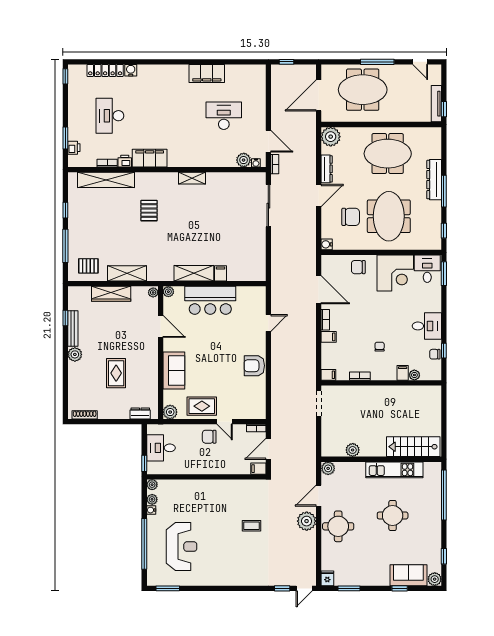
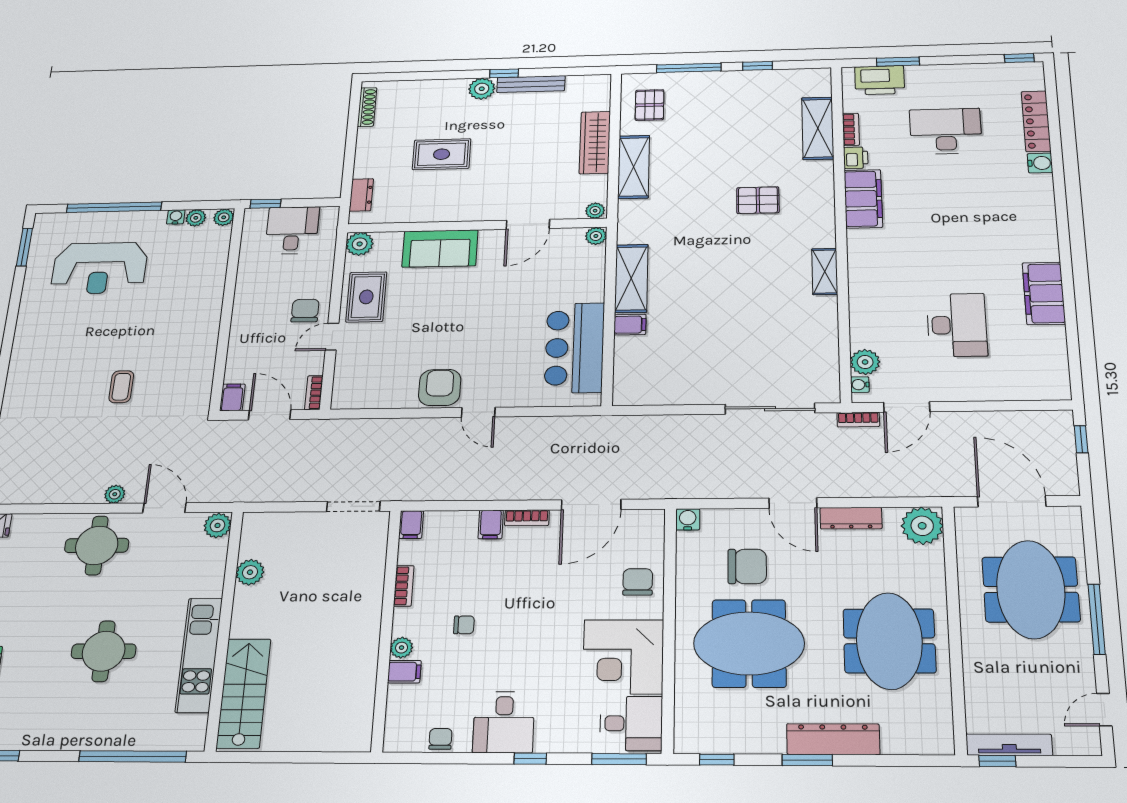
printer: (74, 148) -> (880, 80), width x1.87, depth x1.48
shelving: (106, 180) -> (818, 128), width x0.68
window: (444, 191) -> (807, 760), width x0.69
chair: (351, 217) -> (747, 566), turned -90
bar counter: (210, 300) -> (575, 348), moved
window: (65, 318) -> (504, 73), moved
door: (268, 323) -> (478, 412), moved
window: (444, 351) -> (530, 759), moved
plant: (414, 375) -> (402, 648), moved
plant: (307, 521) -> (115, 494), width x0.53, depth x0.53

